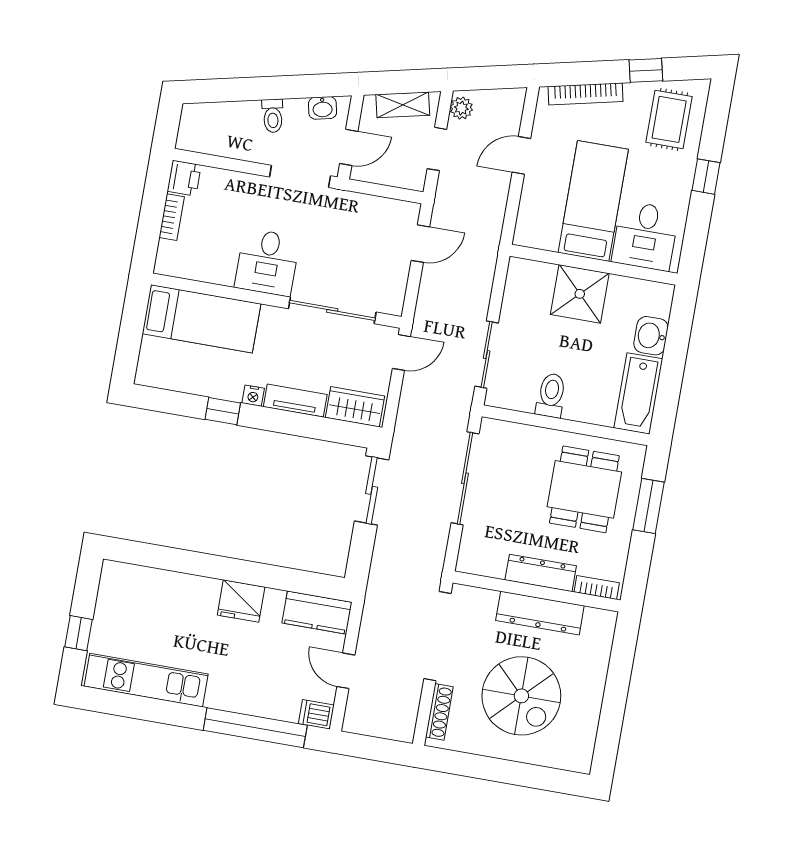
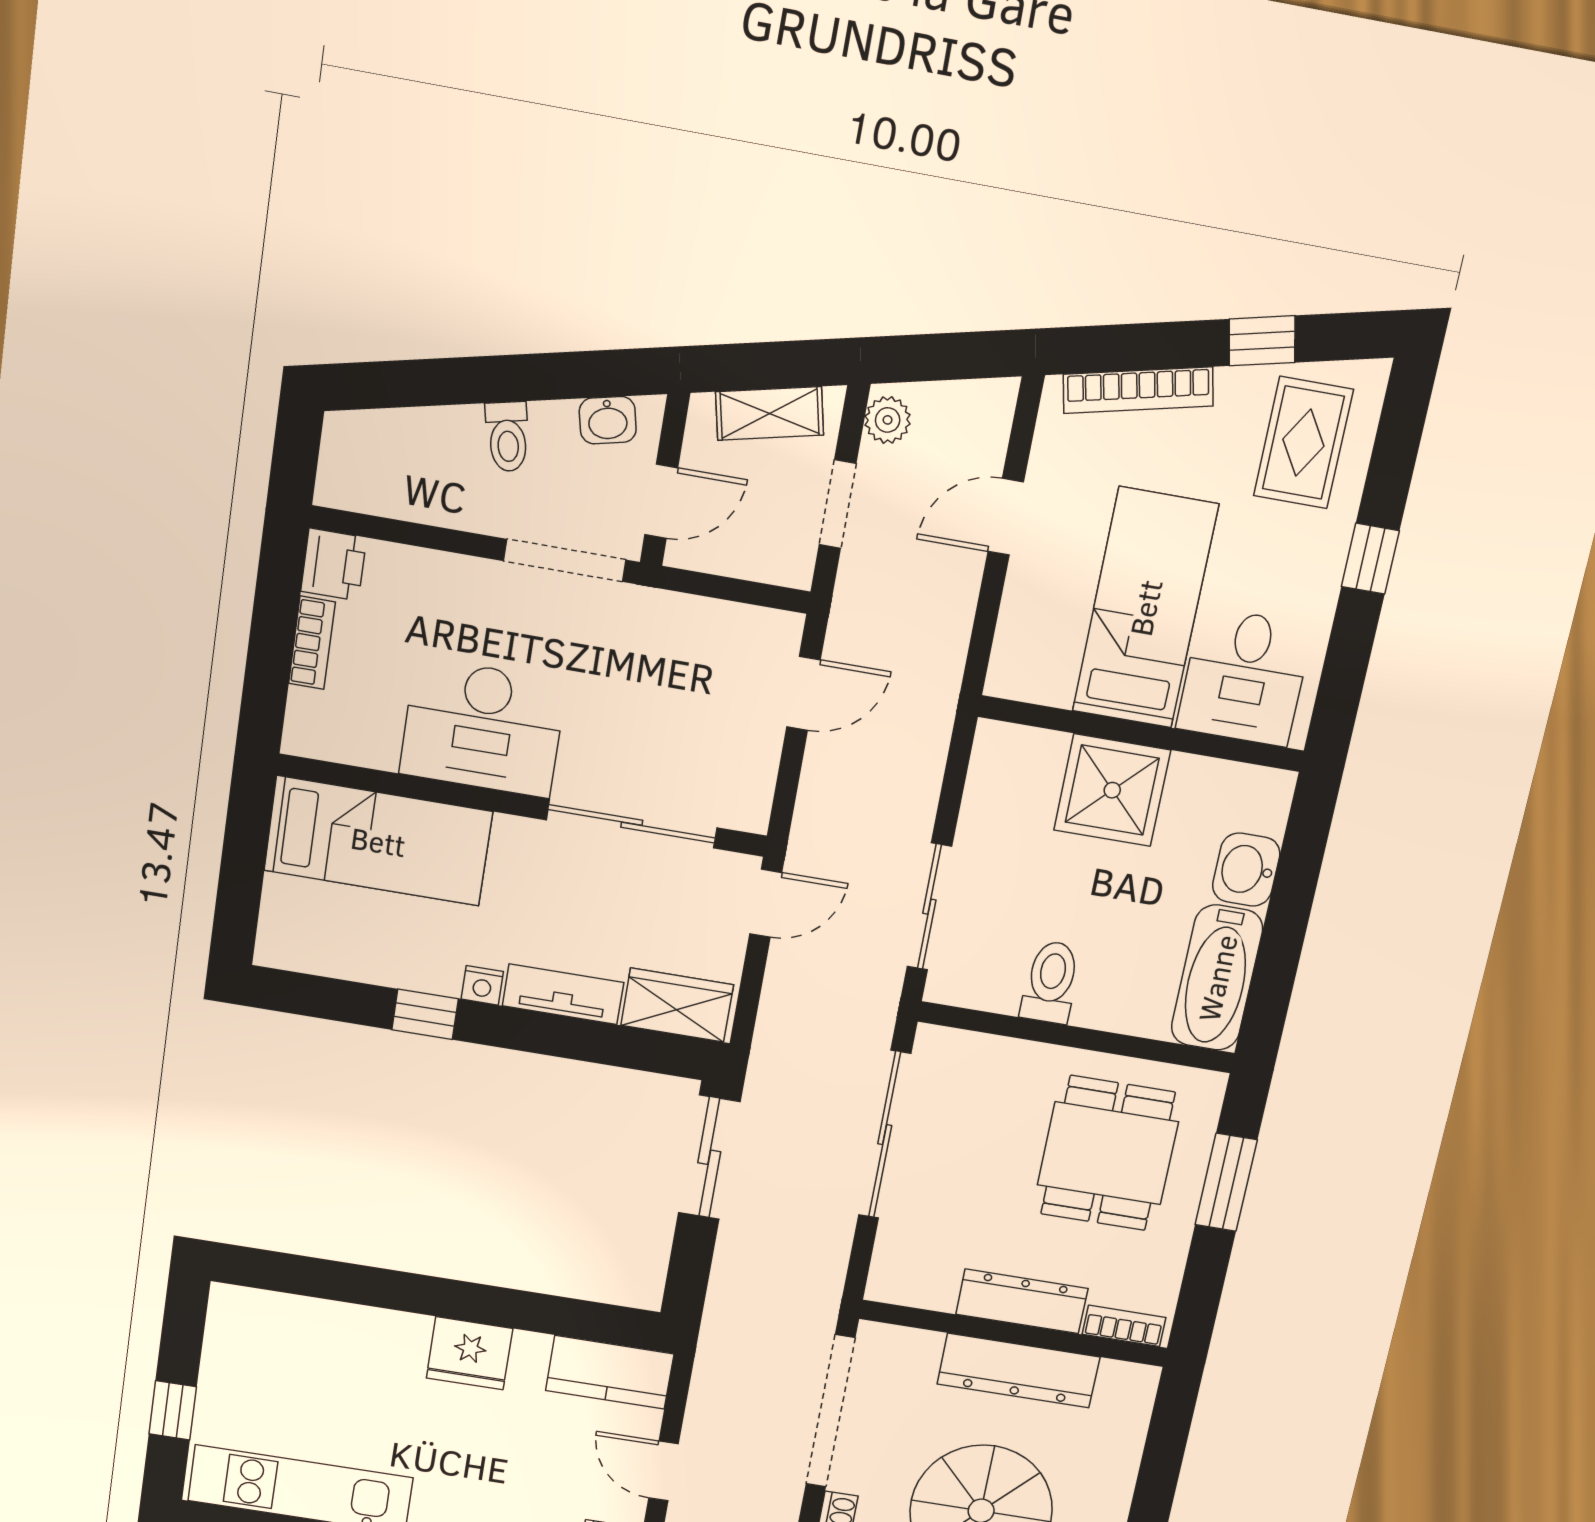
desk: (267, 262) -> (483, 728), width x1.37

